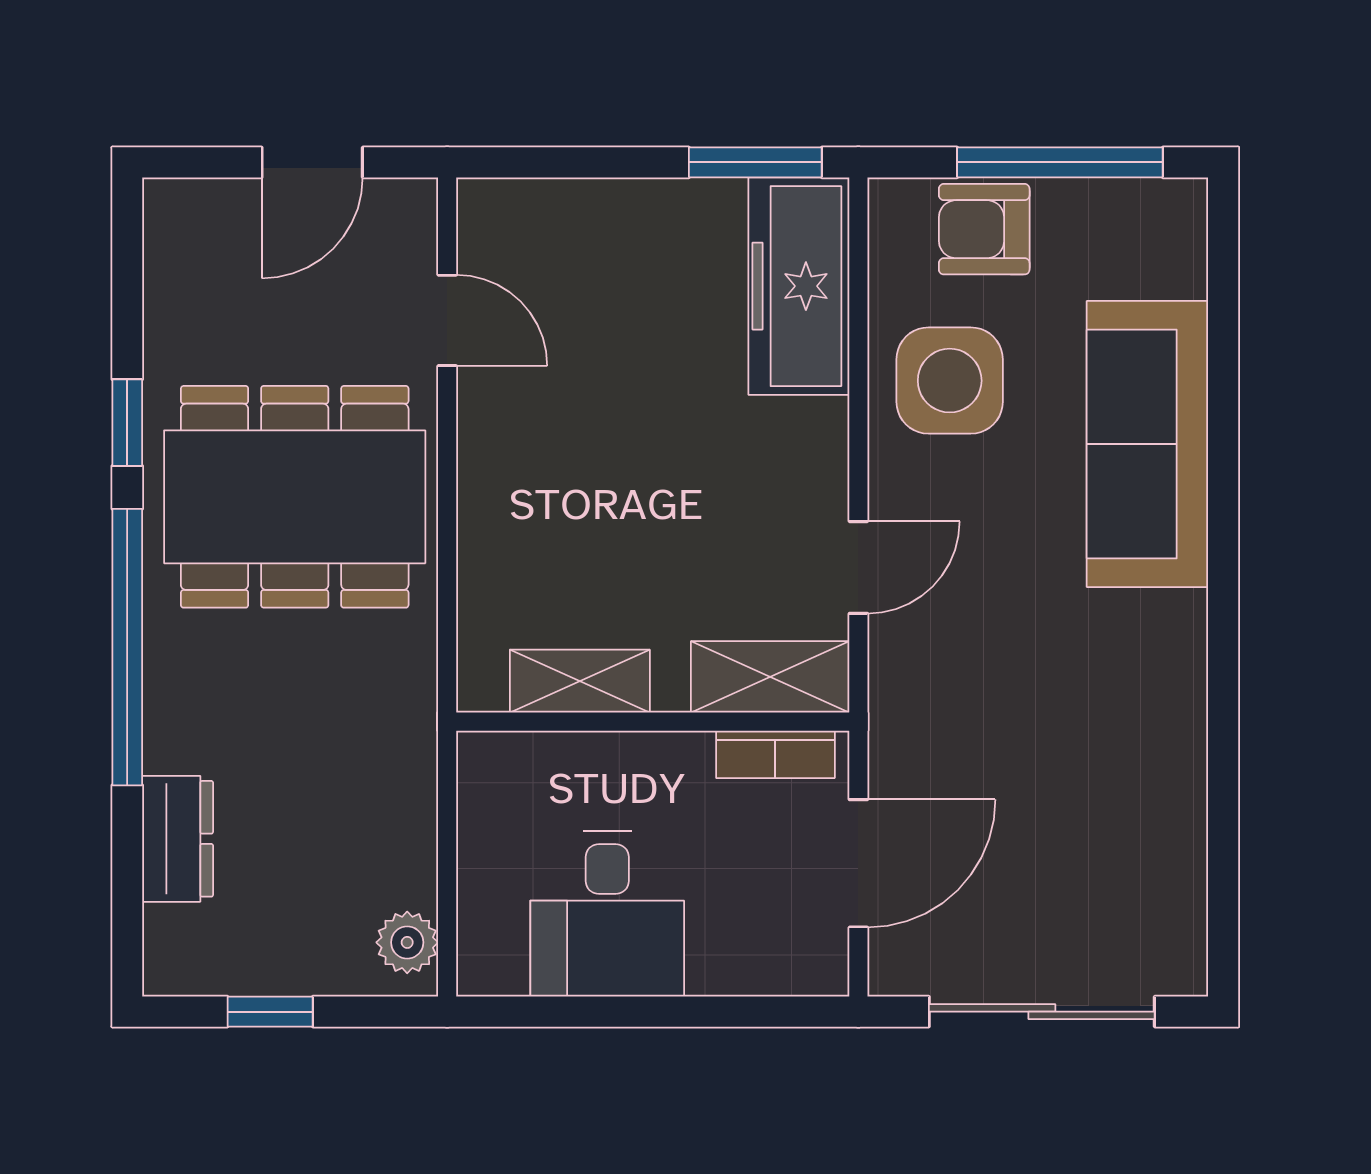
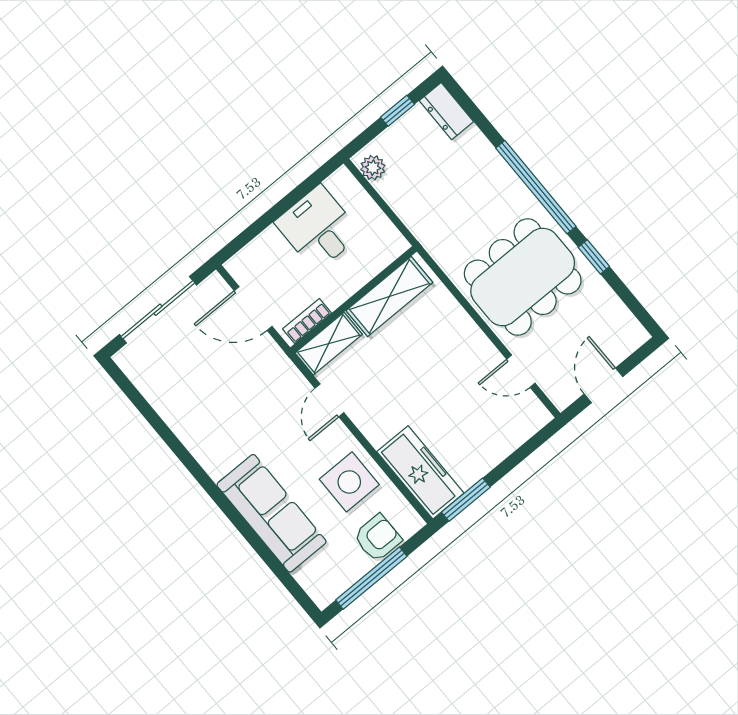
shelving: (580, 681) -> (389, 297), width x1.50, depth x1.33
dresser: (178, 839) -> (446, 111), moved
door: (858, 863) -> (253, 308), hinge flipped

